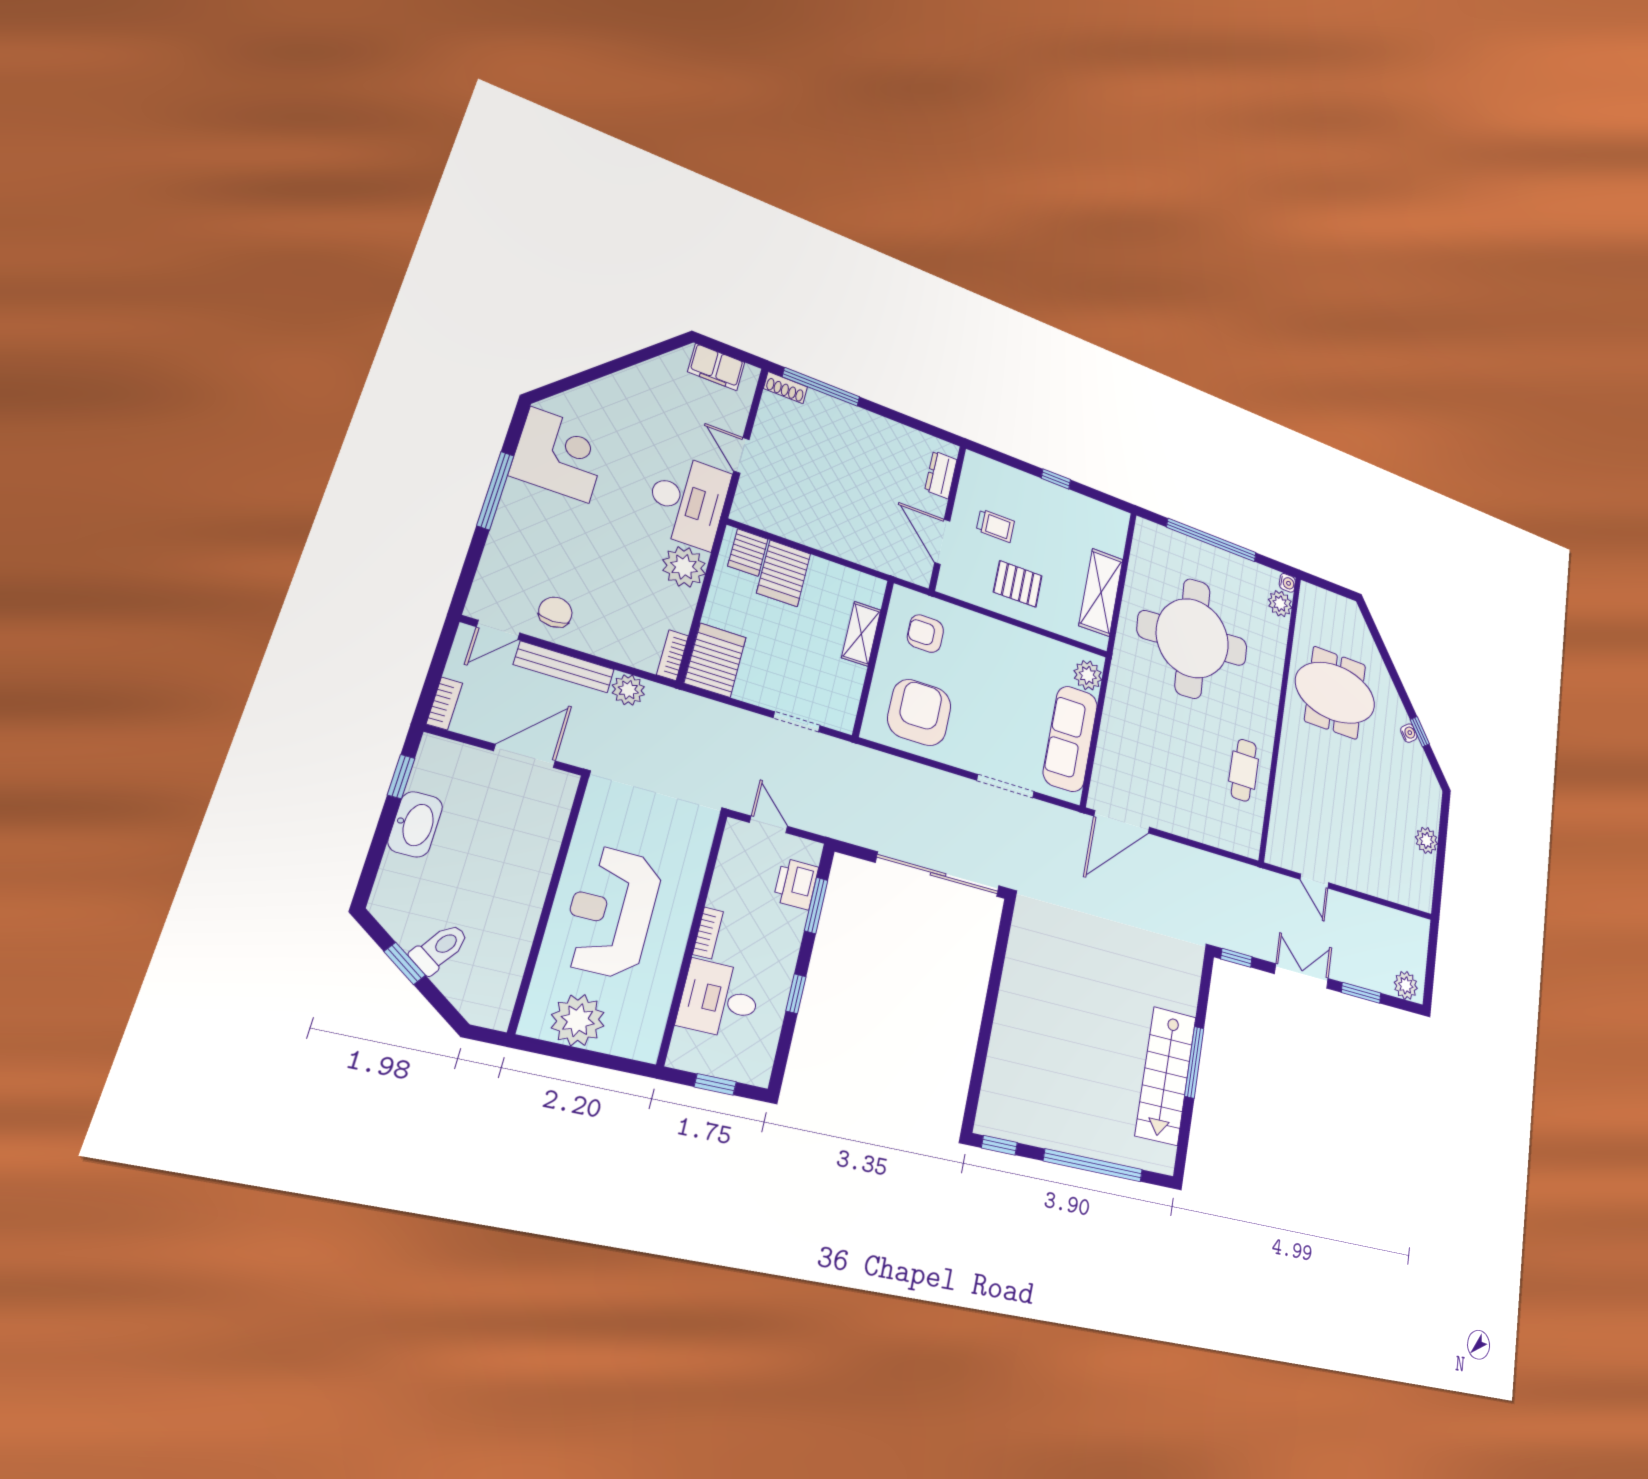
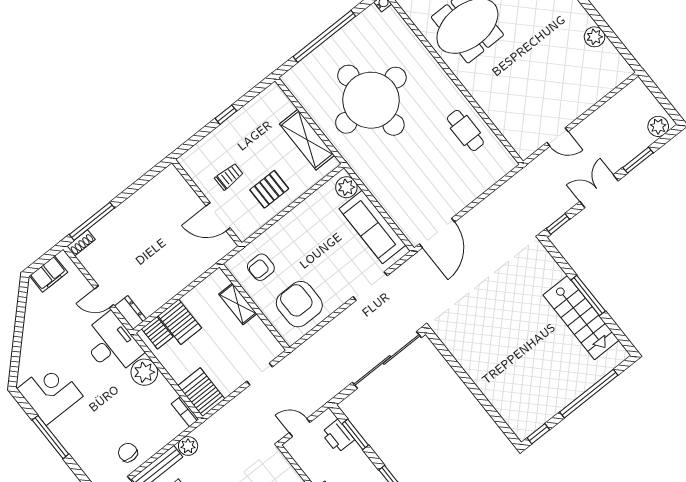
dresser: (941, 475) -> (130, 313), moved, turned 180
plant: (1280, 604) -> (391, 20), removed

